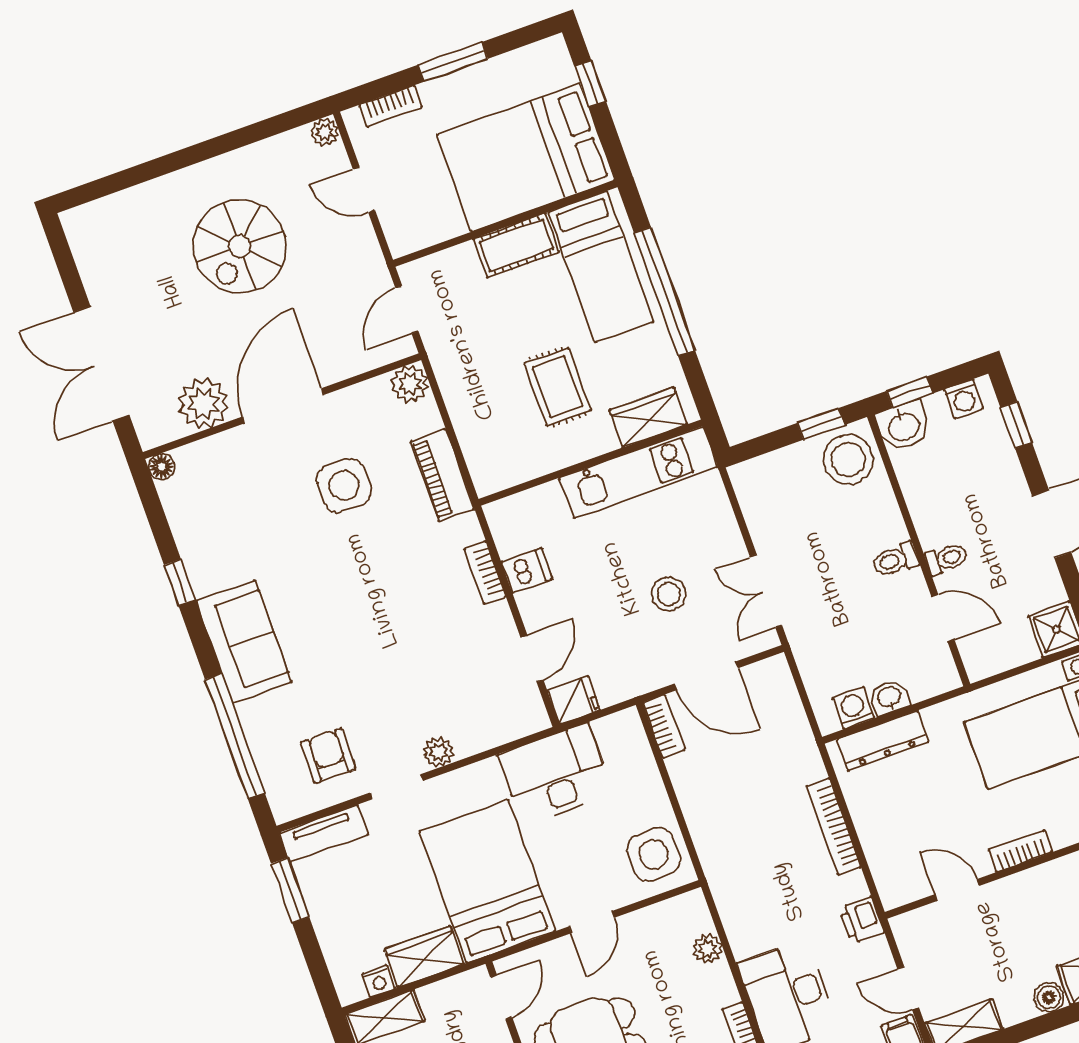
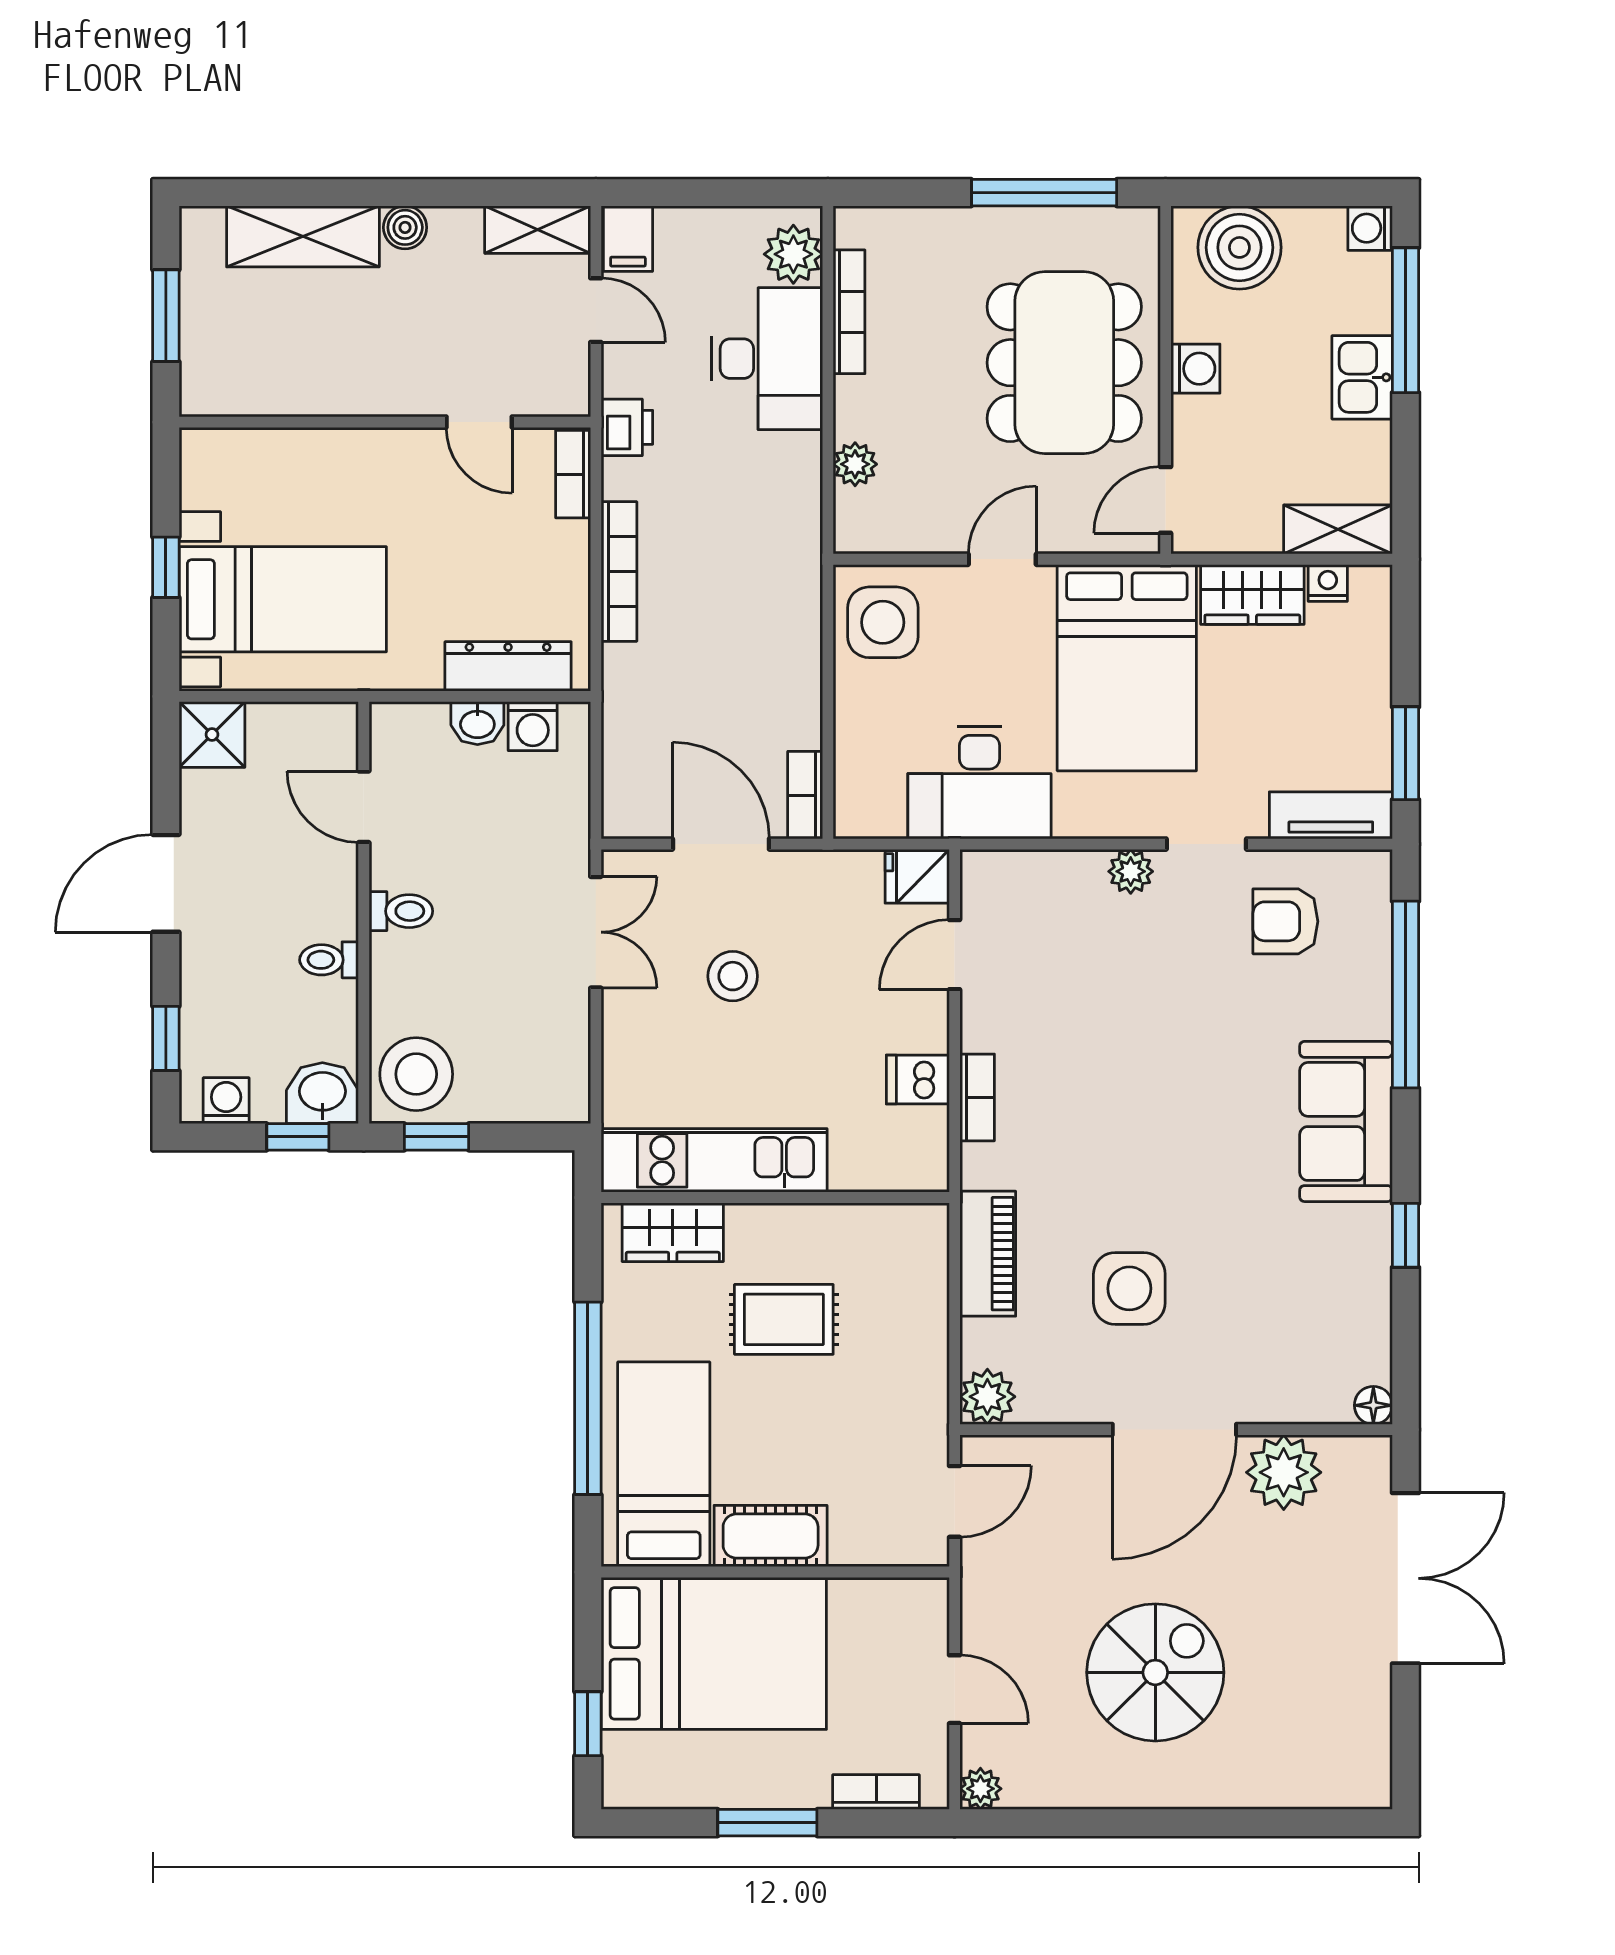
rug: (558, 387) -> (784, 1319), turned 90
toilet: (947, 559) -> (329, 960), moved
armchair: (328, 756) -> (1285, 921), turned 89
bookcase: (1020, 851) -> (573, 474), moved, turned 90

